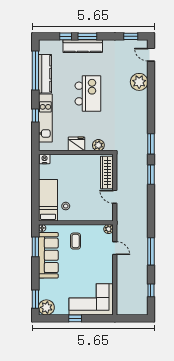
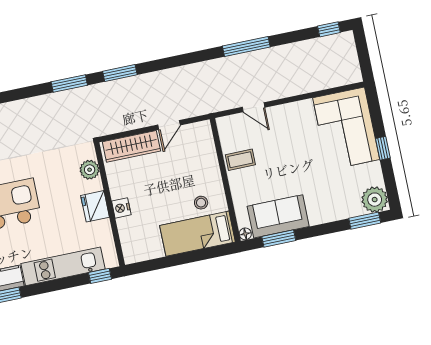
window: (35, 115) -> (100, 276), moved
nightstand: (45, 159) -> (121, 208), moved
plant: (109, 229) -> (224, 124), removed
coffee table: (76, 241) -> (240, 160), moved
door: (115, 248) -> (253, 107), swing flipped
sofa: (48, 255) -> (278, 216), width x0.73
window: (151, 290) -> (329, 29), moved

